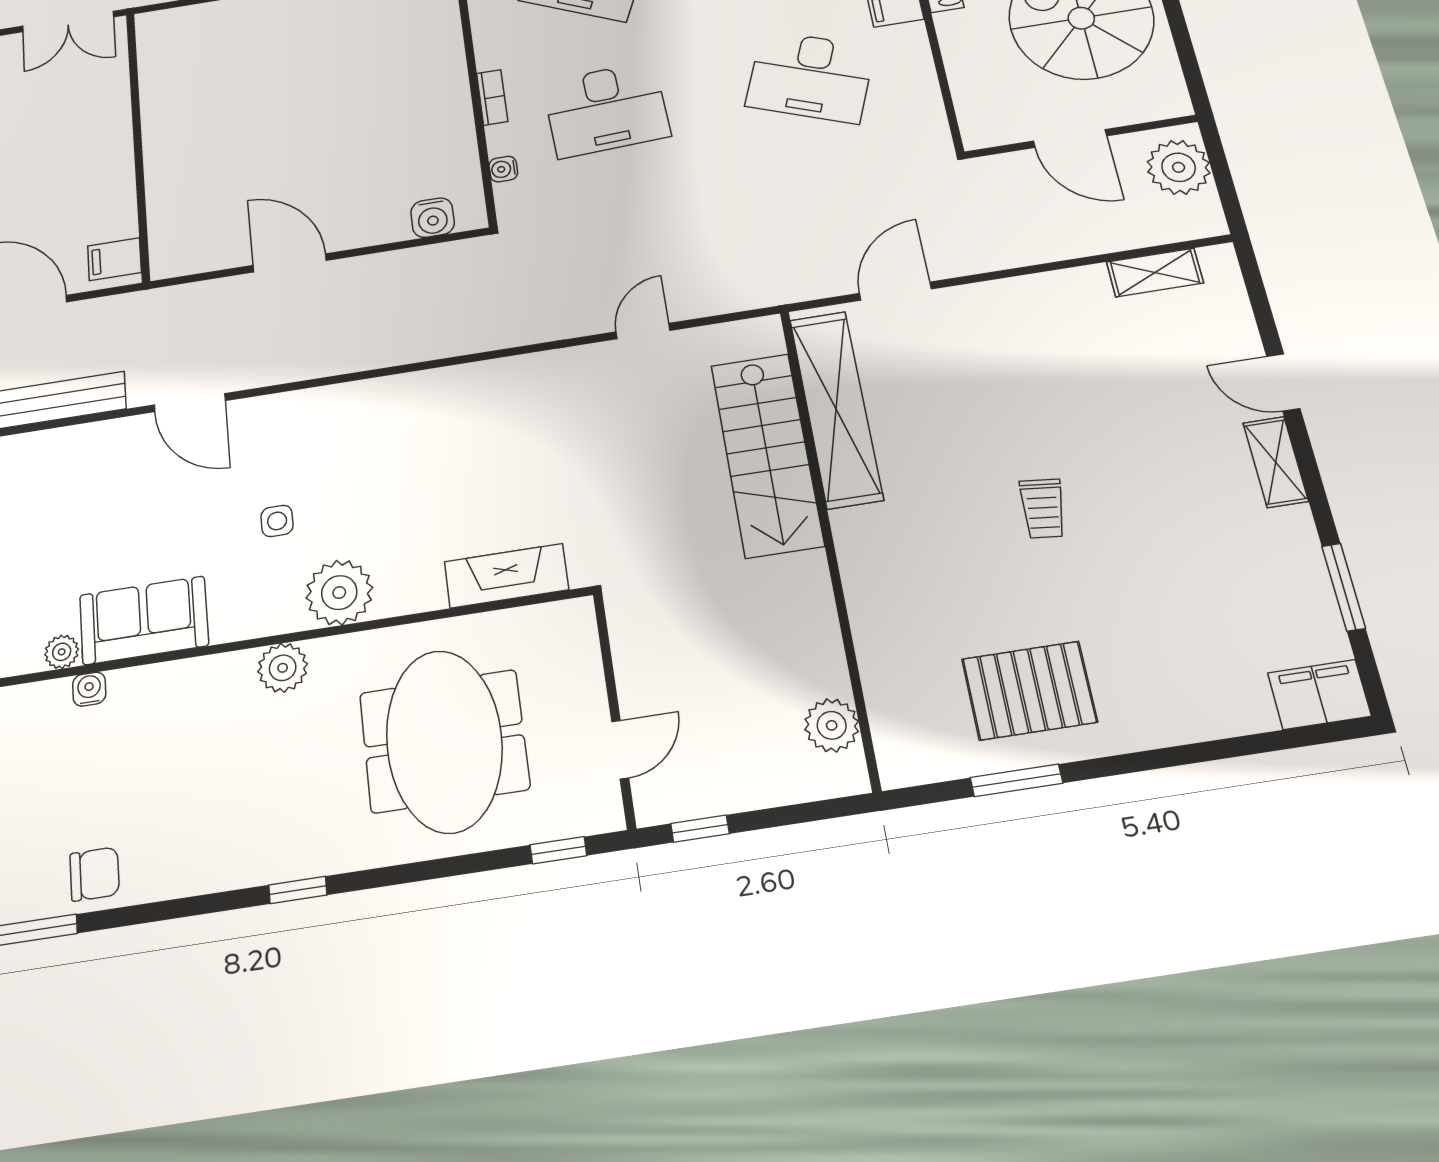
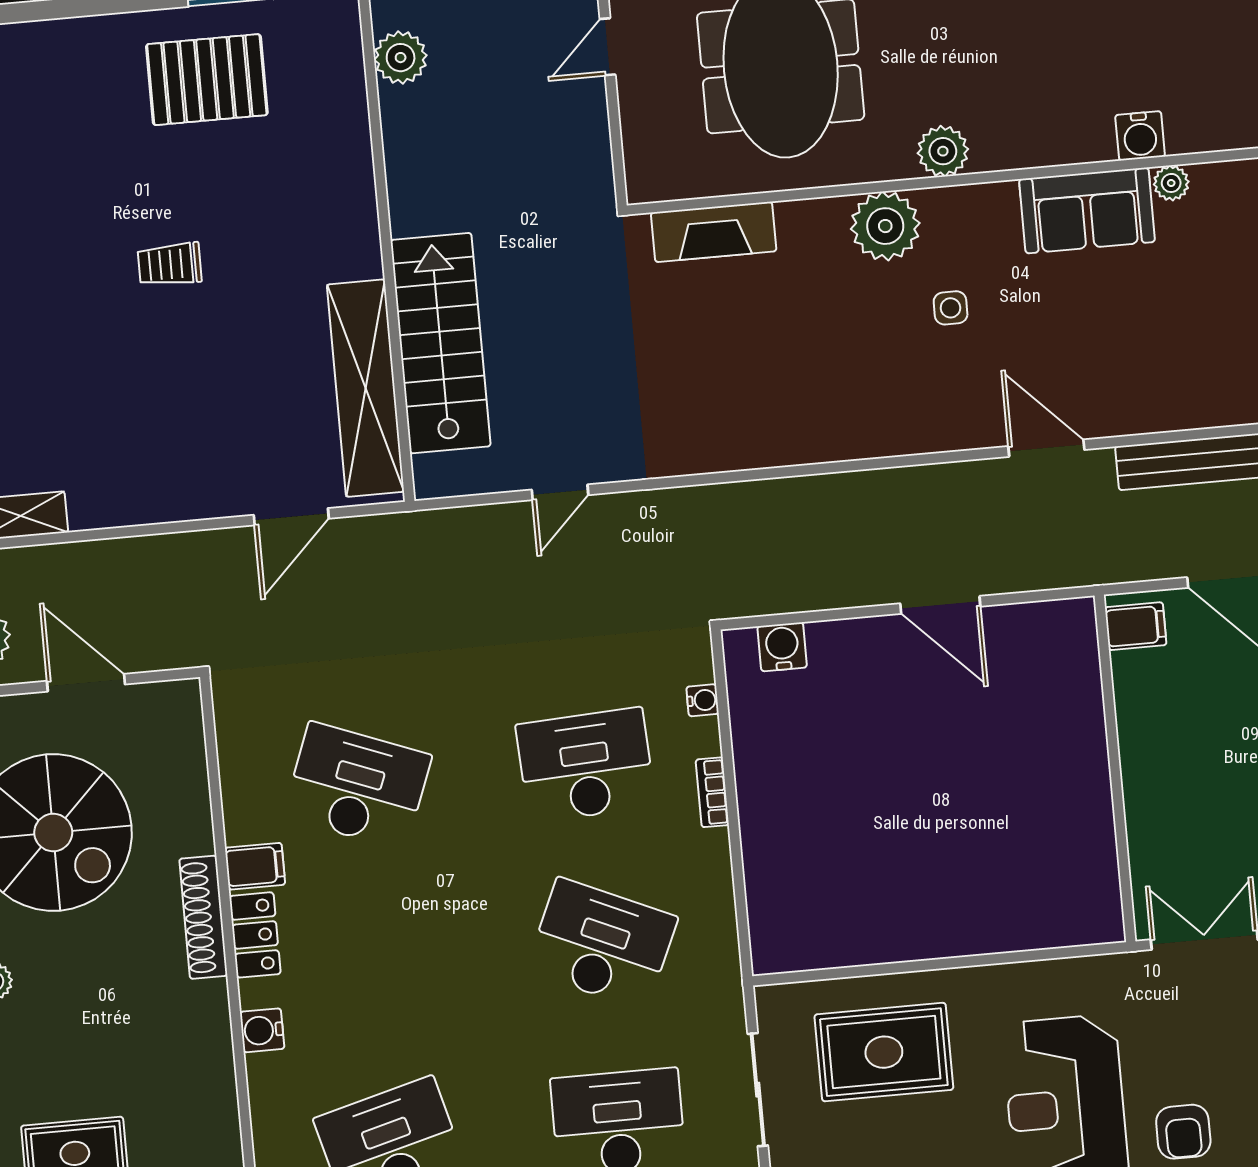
trolley: (1043, 509) -> (170, 264), turned -96
water cooler: (89, 689) -> (1140, 136), width x1.38, depth x1.38

